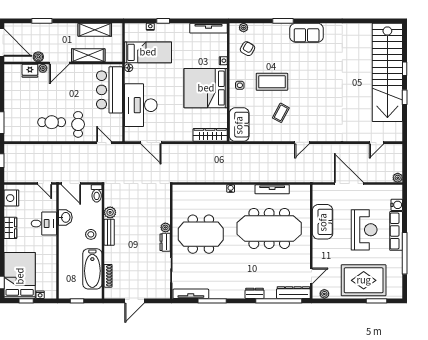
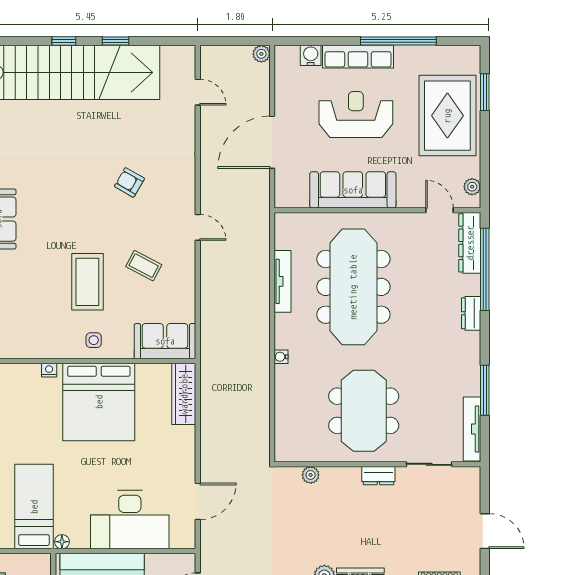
armchair: (247, 49) -> (129, 182), moved
sofa: (323, 222) -> (353, 190), width x1.36
plant: (165, 227) -> (311, 475), moved

